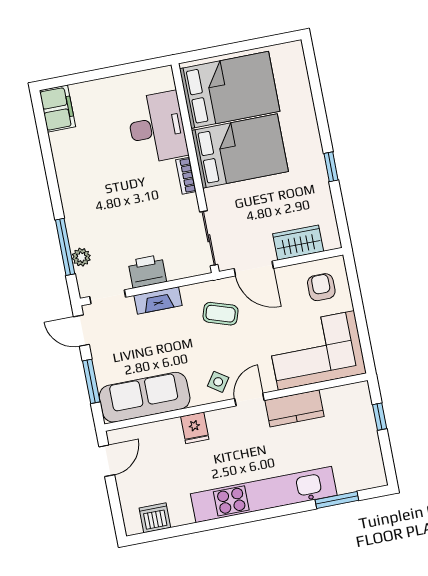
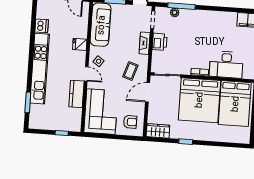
bed: (240, 151) -> (199, 100), width x1.36
wardrobe: (298, 243) -> (158, 131), moved, turned -90
dishwasher: (155, 518) -> (42, 26), moved

